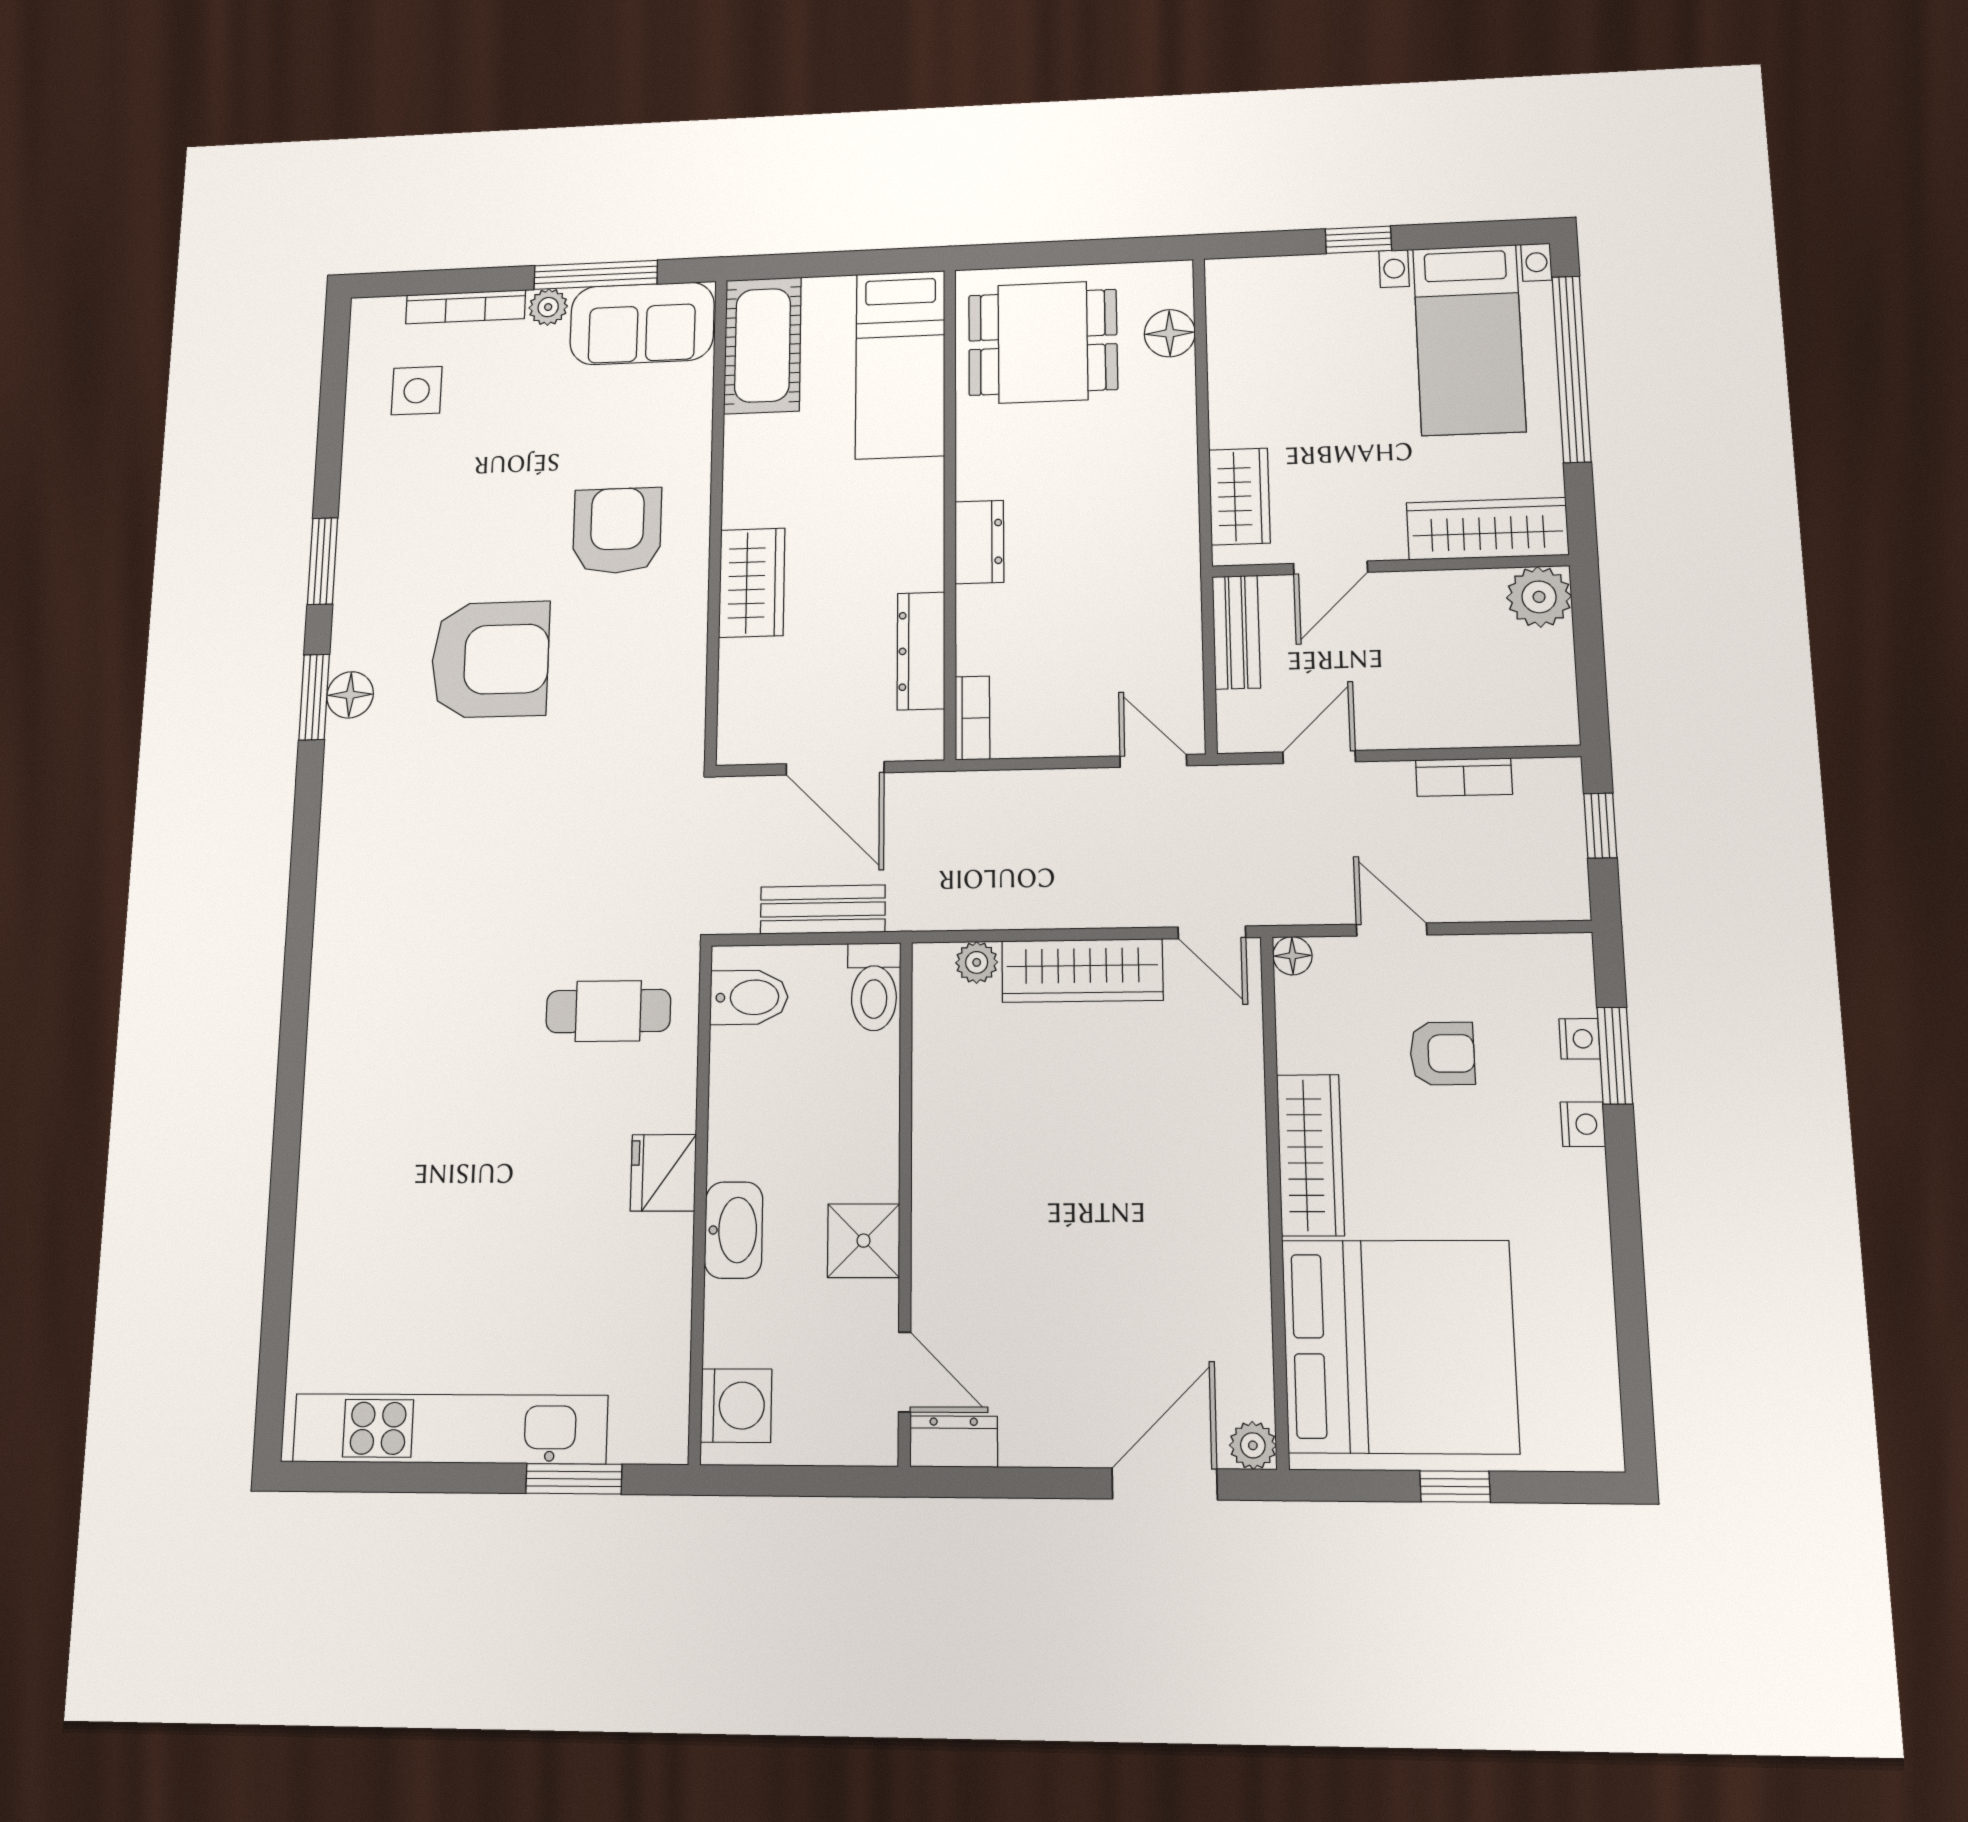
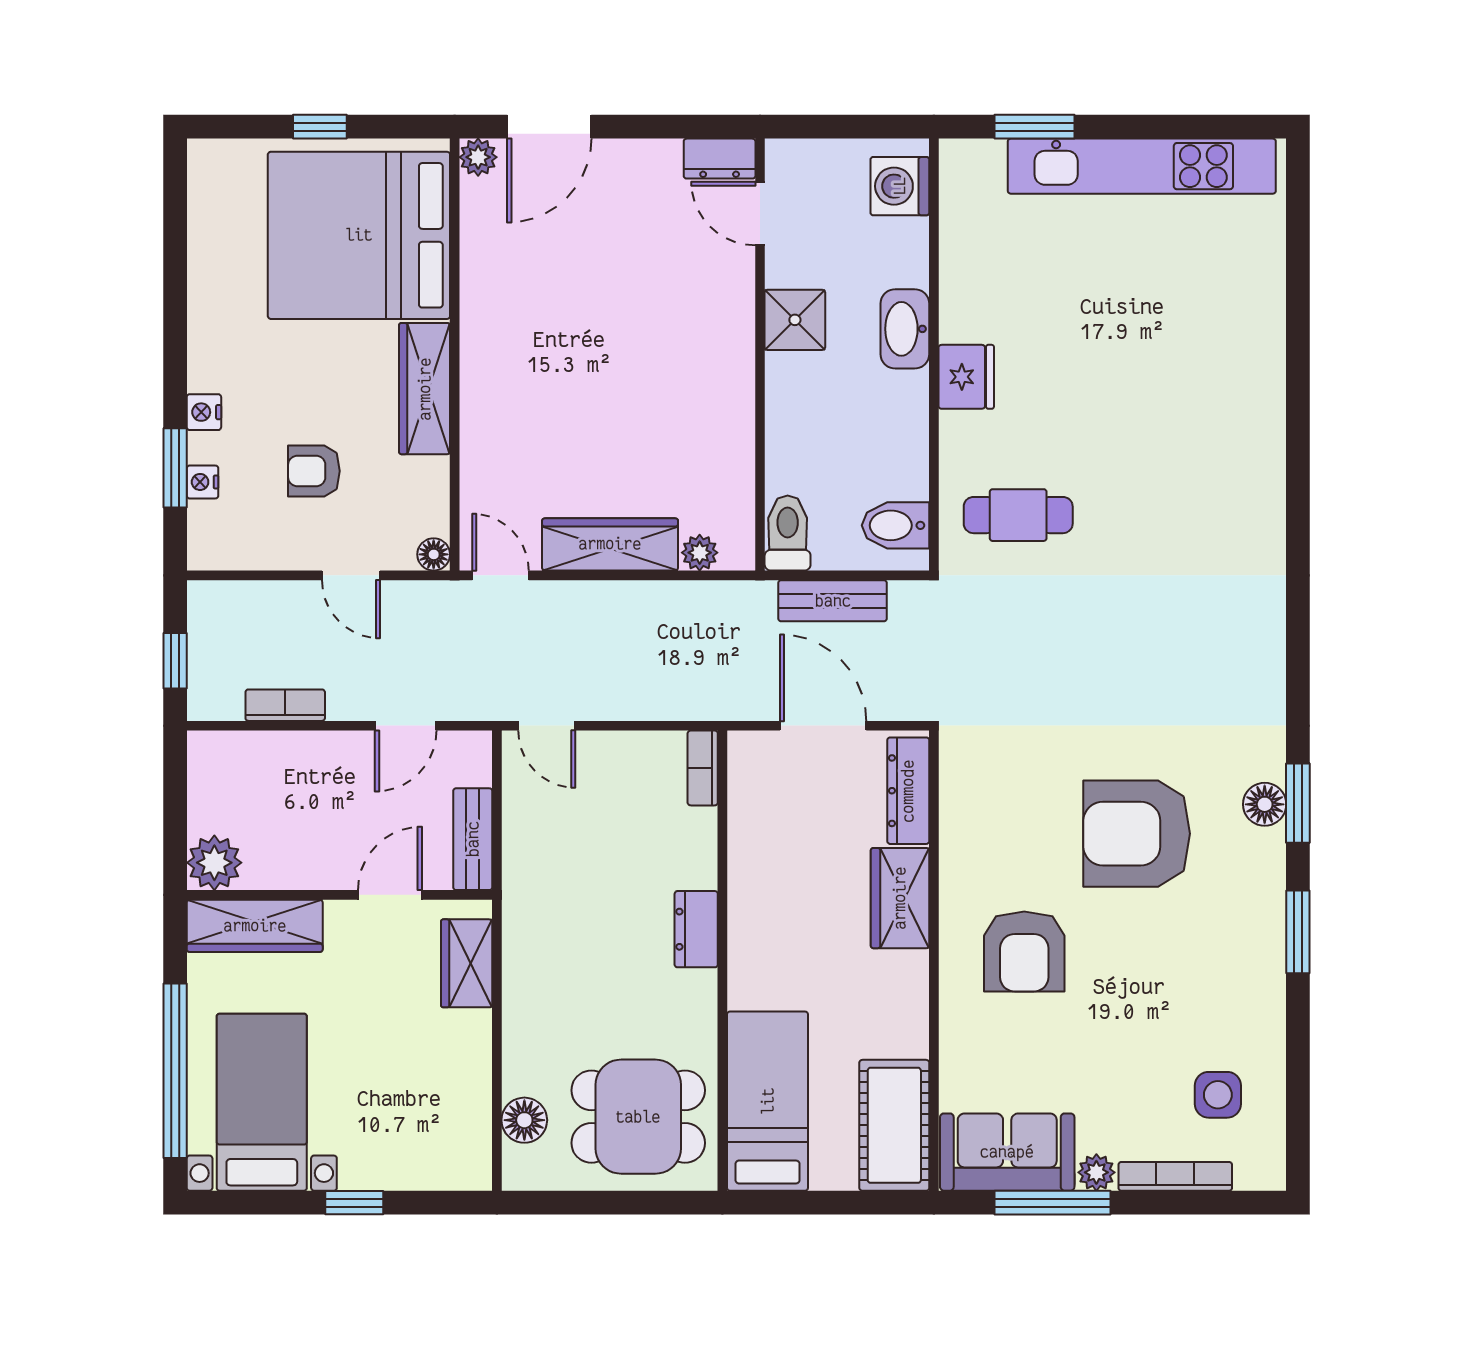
dresser: (921, 651) -> (908, 791), moved, turned 180

